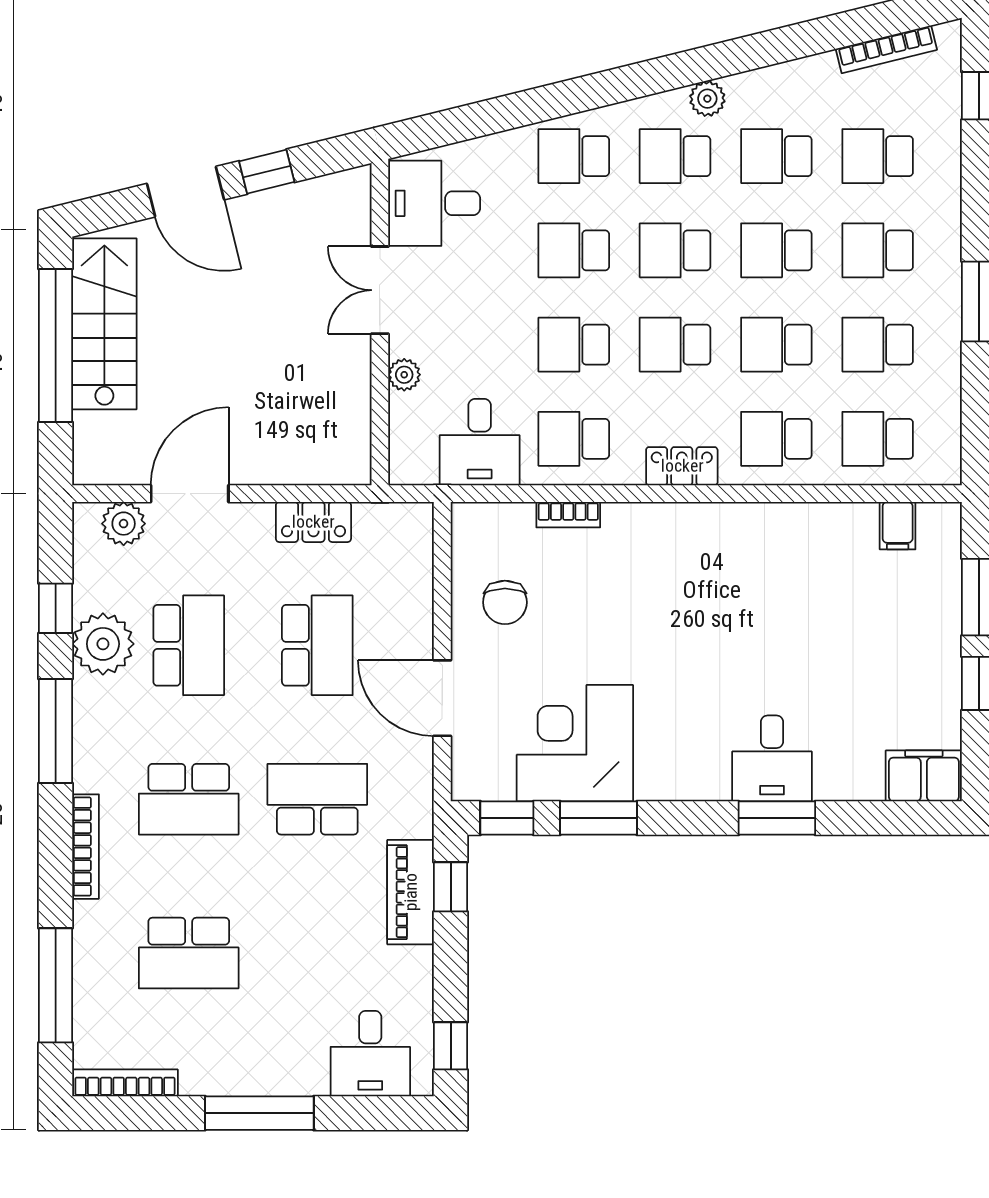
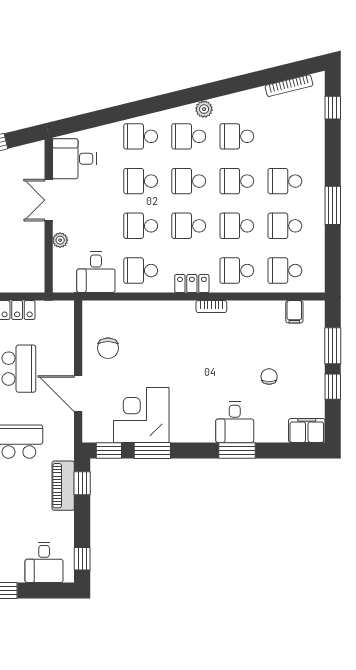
school desk: (878, 156) -> (285, 136), removed
bookcase: (568, 515) -> (211, 307), moved
chair: (844, 662) -> (269, 377), added

